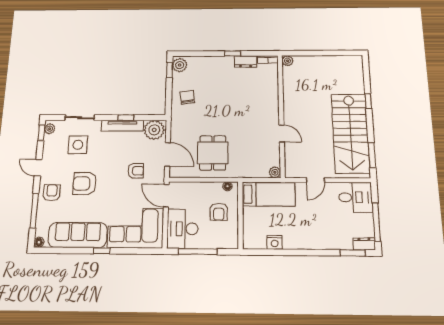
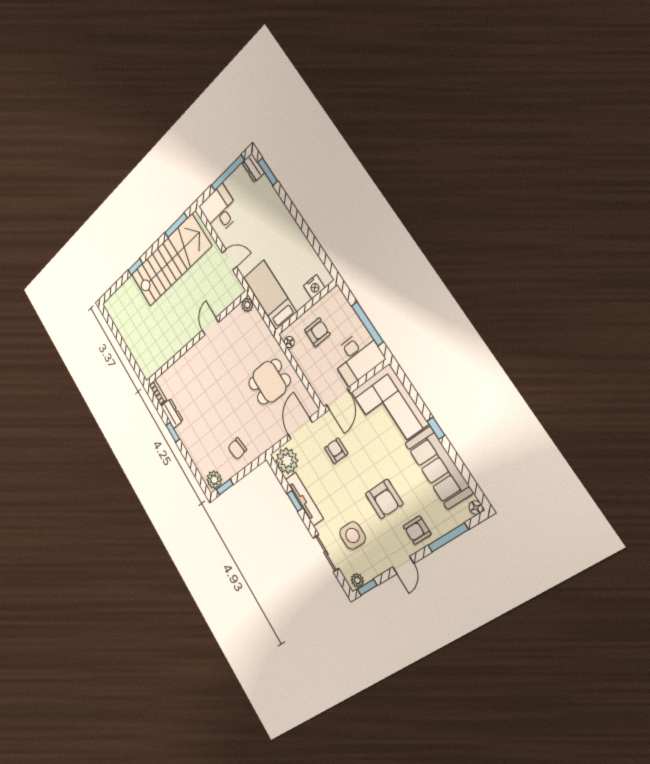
plant: (287, 61) -> (148, 372), removed
nightstand: (275, 242) -> (314, 287), moved, turned 90

